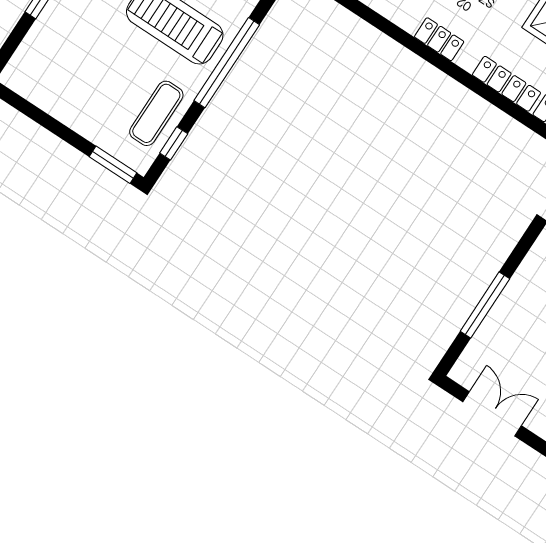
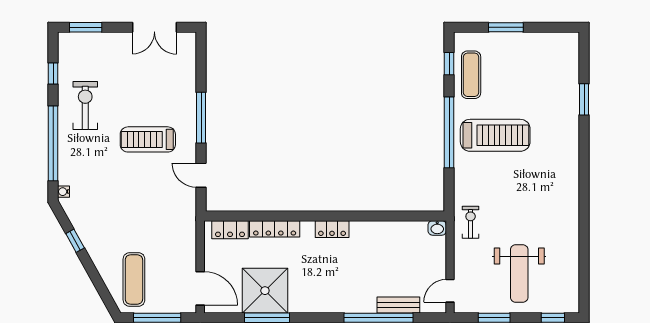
window: (113, 165) -> (506, 27), moved
window: (485, 305) -> (201, 118), moved

